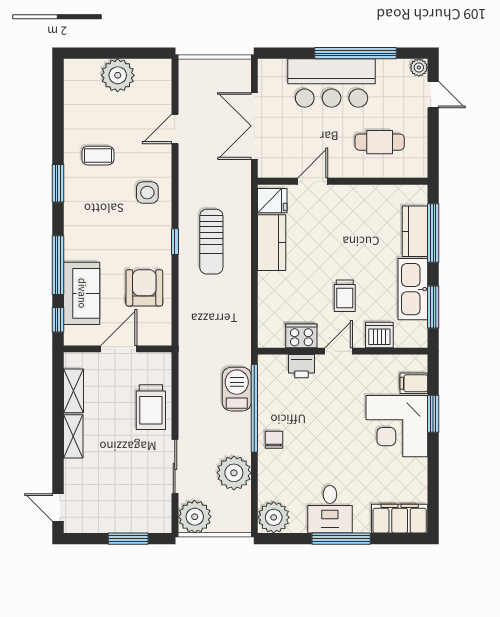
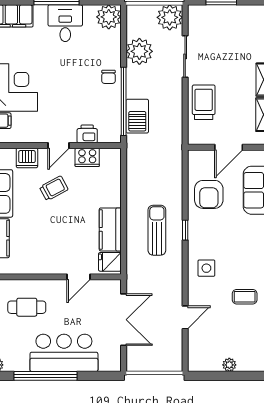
plant: (118, 75) -> (229, 365), width x0.53, depth x0.53
trolley: (345, 296) -> (54, 188), turned 62

